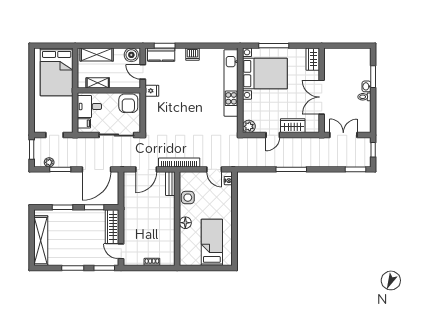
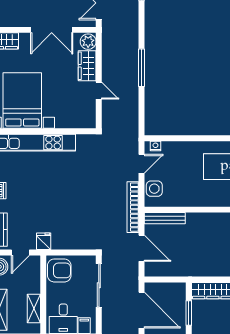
plant: (249, 126) -> (88, 42), moved
bench: (170, 184) -> (165, 218), width x1.36
side table: (188, 198) -> (154, 189), moved
floor lamp: (185, 223) -> (208, 199), removed

